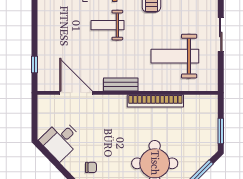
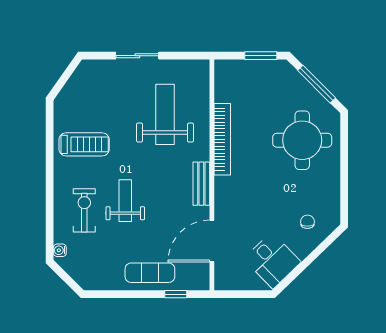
weight bench: (107, 25) -> (125, 201), turned 180
exercise mat: (51, 44) -> (150, 273), added
weight bench: (175, 56) -> (165, 114), turned 180

